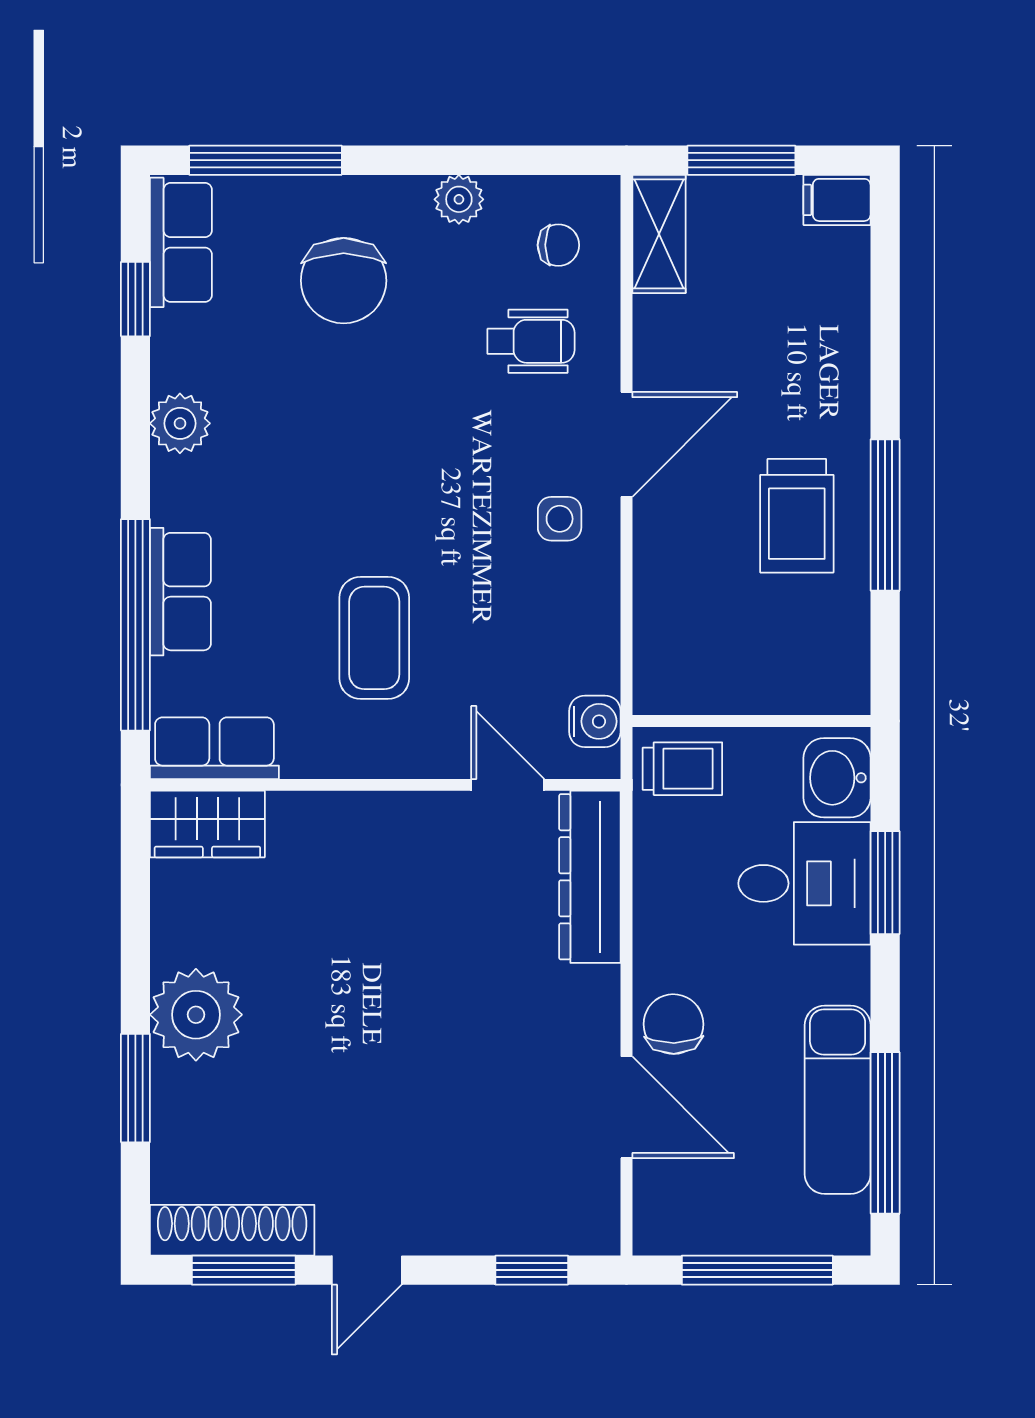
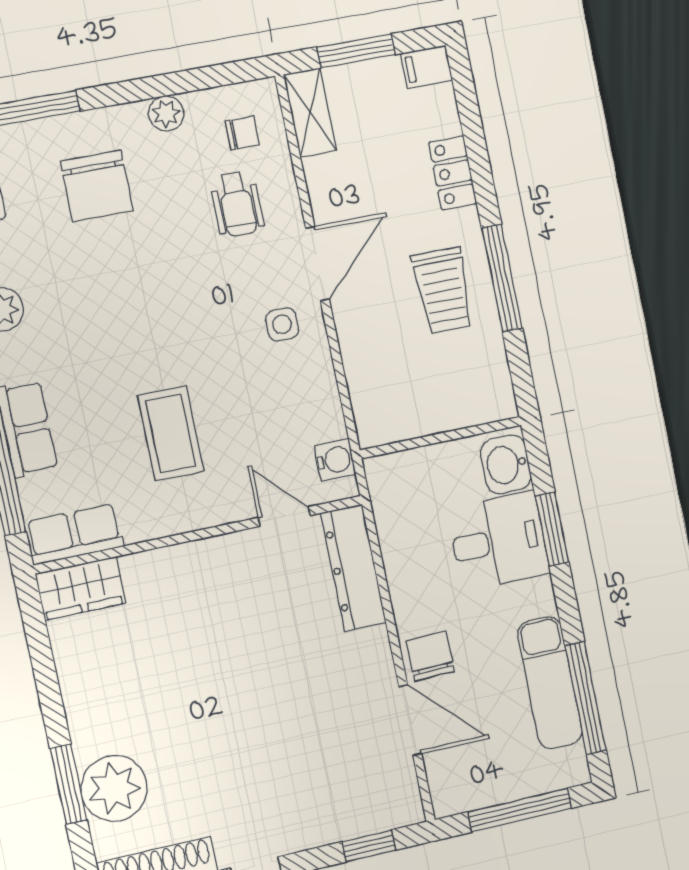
wheelchair: (531, 341) -> (237, 204), turned 90
locker: (844, 355) -> (453, 173), added
trolley: (682, 769) -> (401, 480), removed
plant: (196, 1015) -> (114, 788), moved

